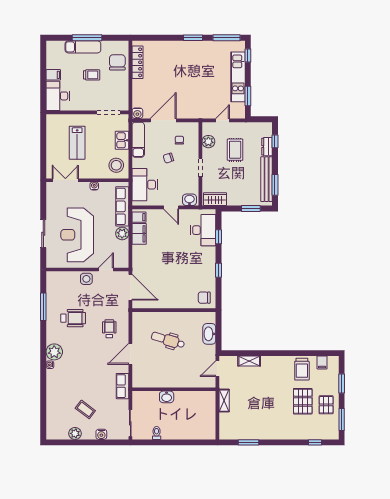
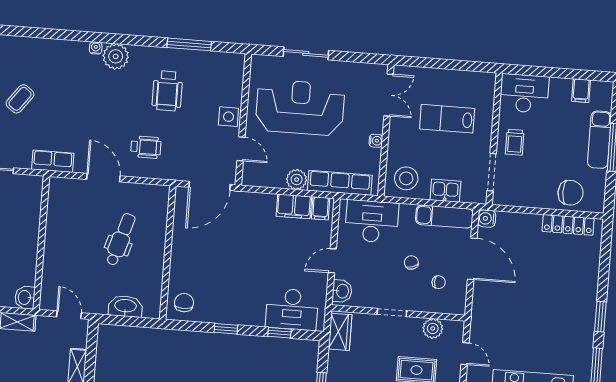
filing cabinet: (53, 75) -> (581, 91), moved
trolley: (92, 75) -> (515, 142), moved
washbasin: (167, 397) -> (25, 297), moved

